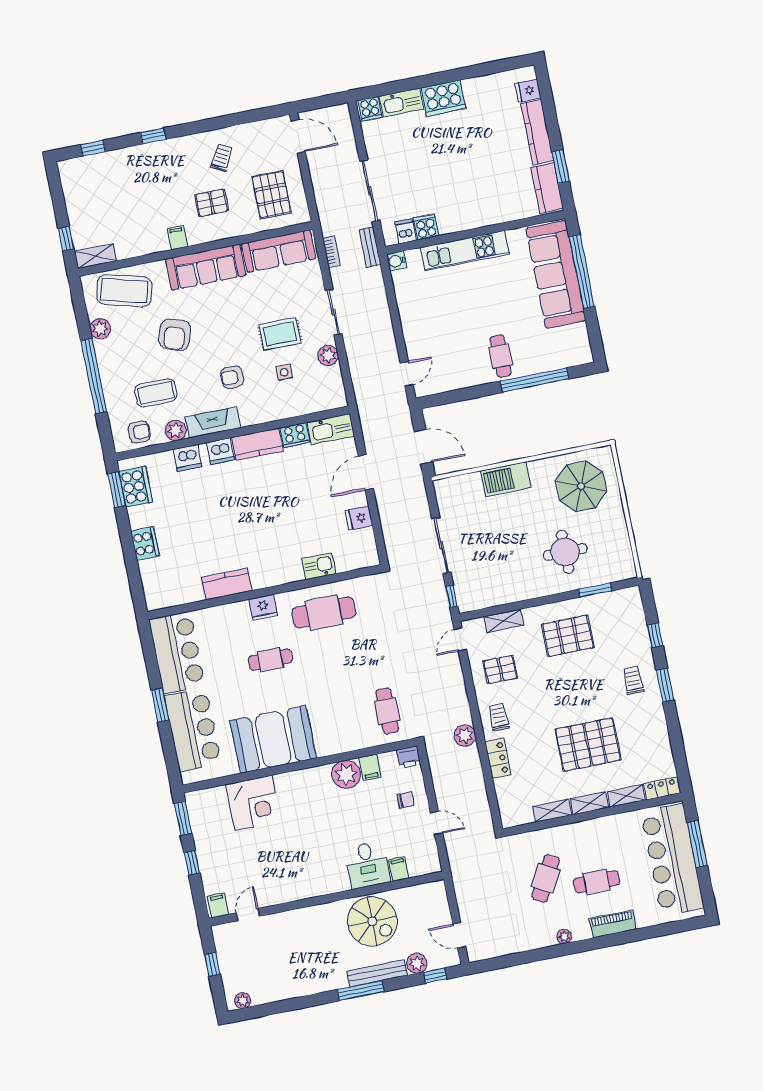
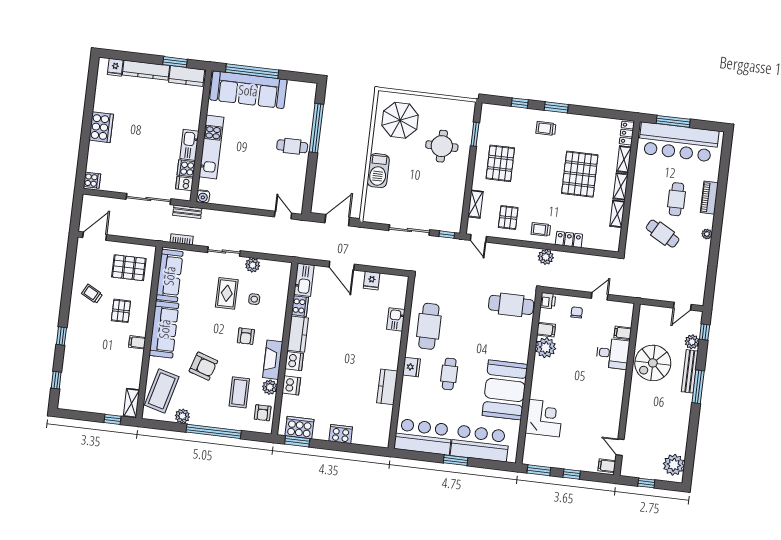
kitchen sink: (402, 103) -> (189, 145), moved, turned 180
armchair: (139, 432) -> (263, 413), turned 180
cafe table: (387, 711) -> (511, 305), width x1.37, depth x1.35
spiral stairs: (372, 921) -> (653, 363), turned 180
plant: (243, 1001) -> (674, 465), width x1.87, depth x1.87

